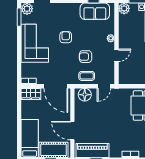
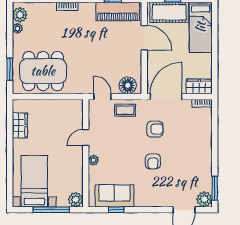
corner sofa: (35, 43) -> (194, 154), removed
armchair: (86, 57) -> (155, 129), moved
door: (56, 86) -> (166, 97), hinge flipped
door: (104, 86) -> (102, 97), hinge flipped

